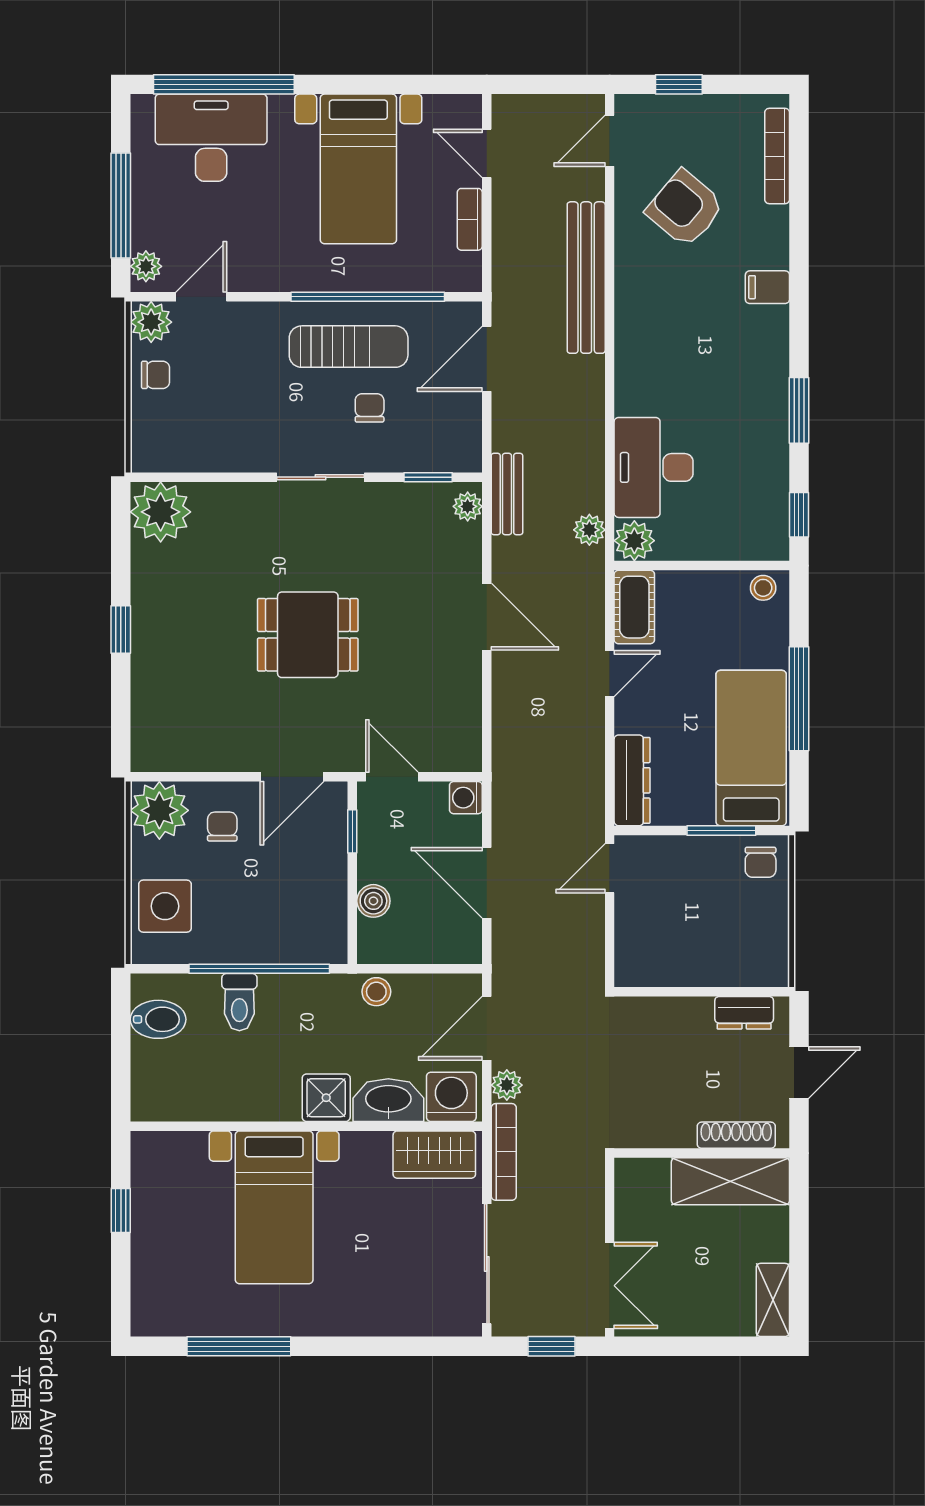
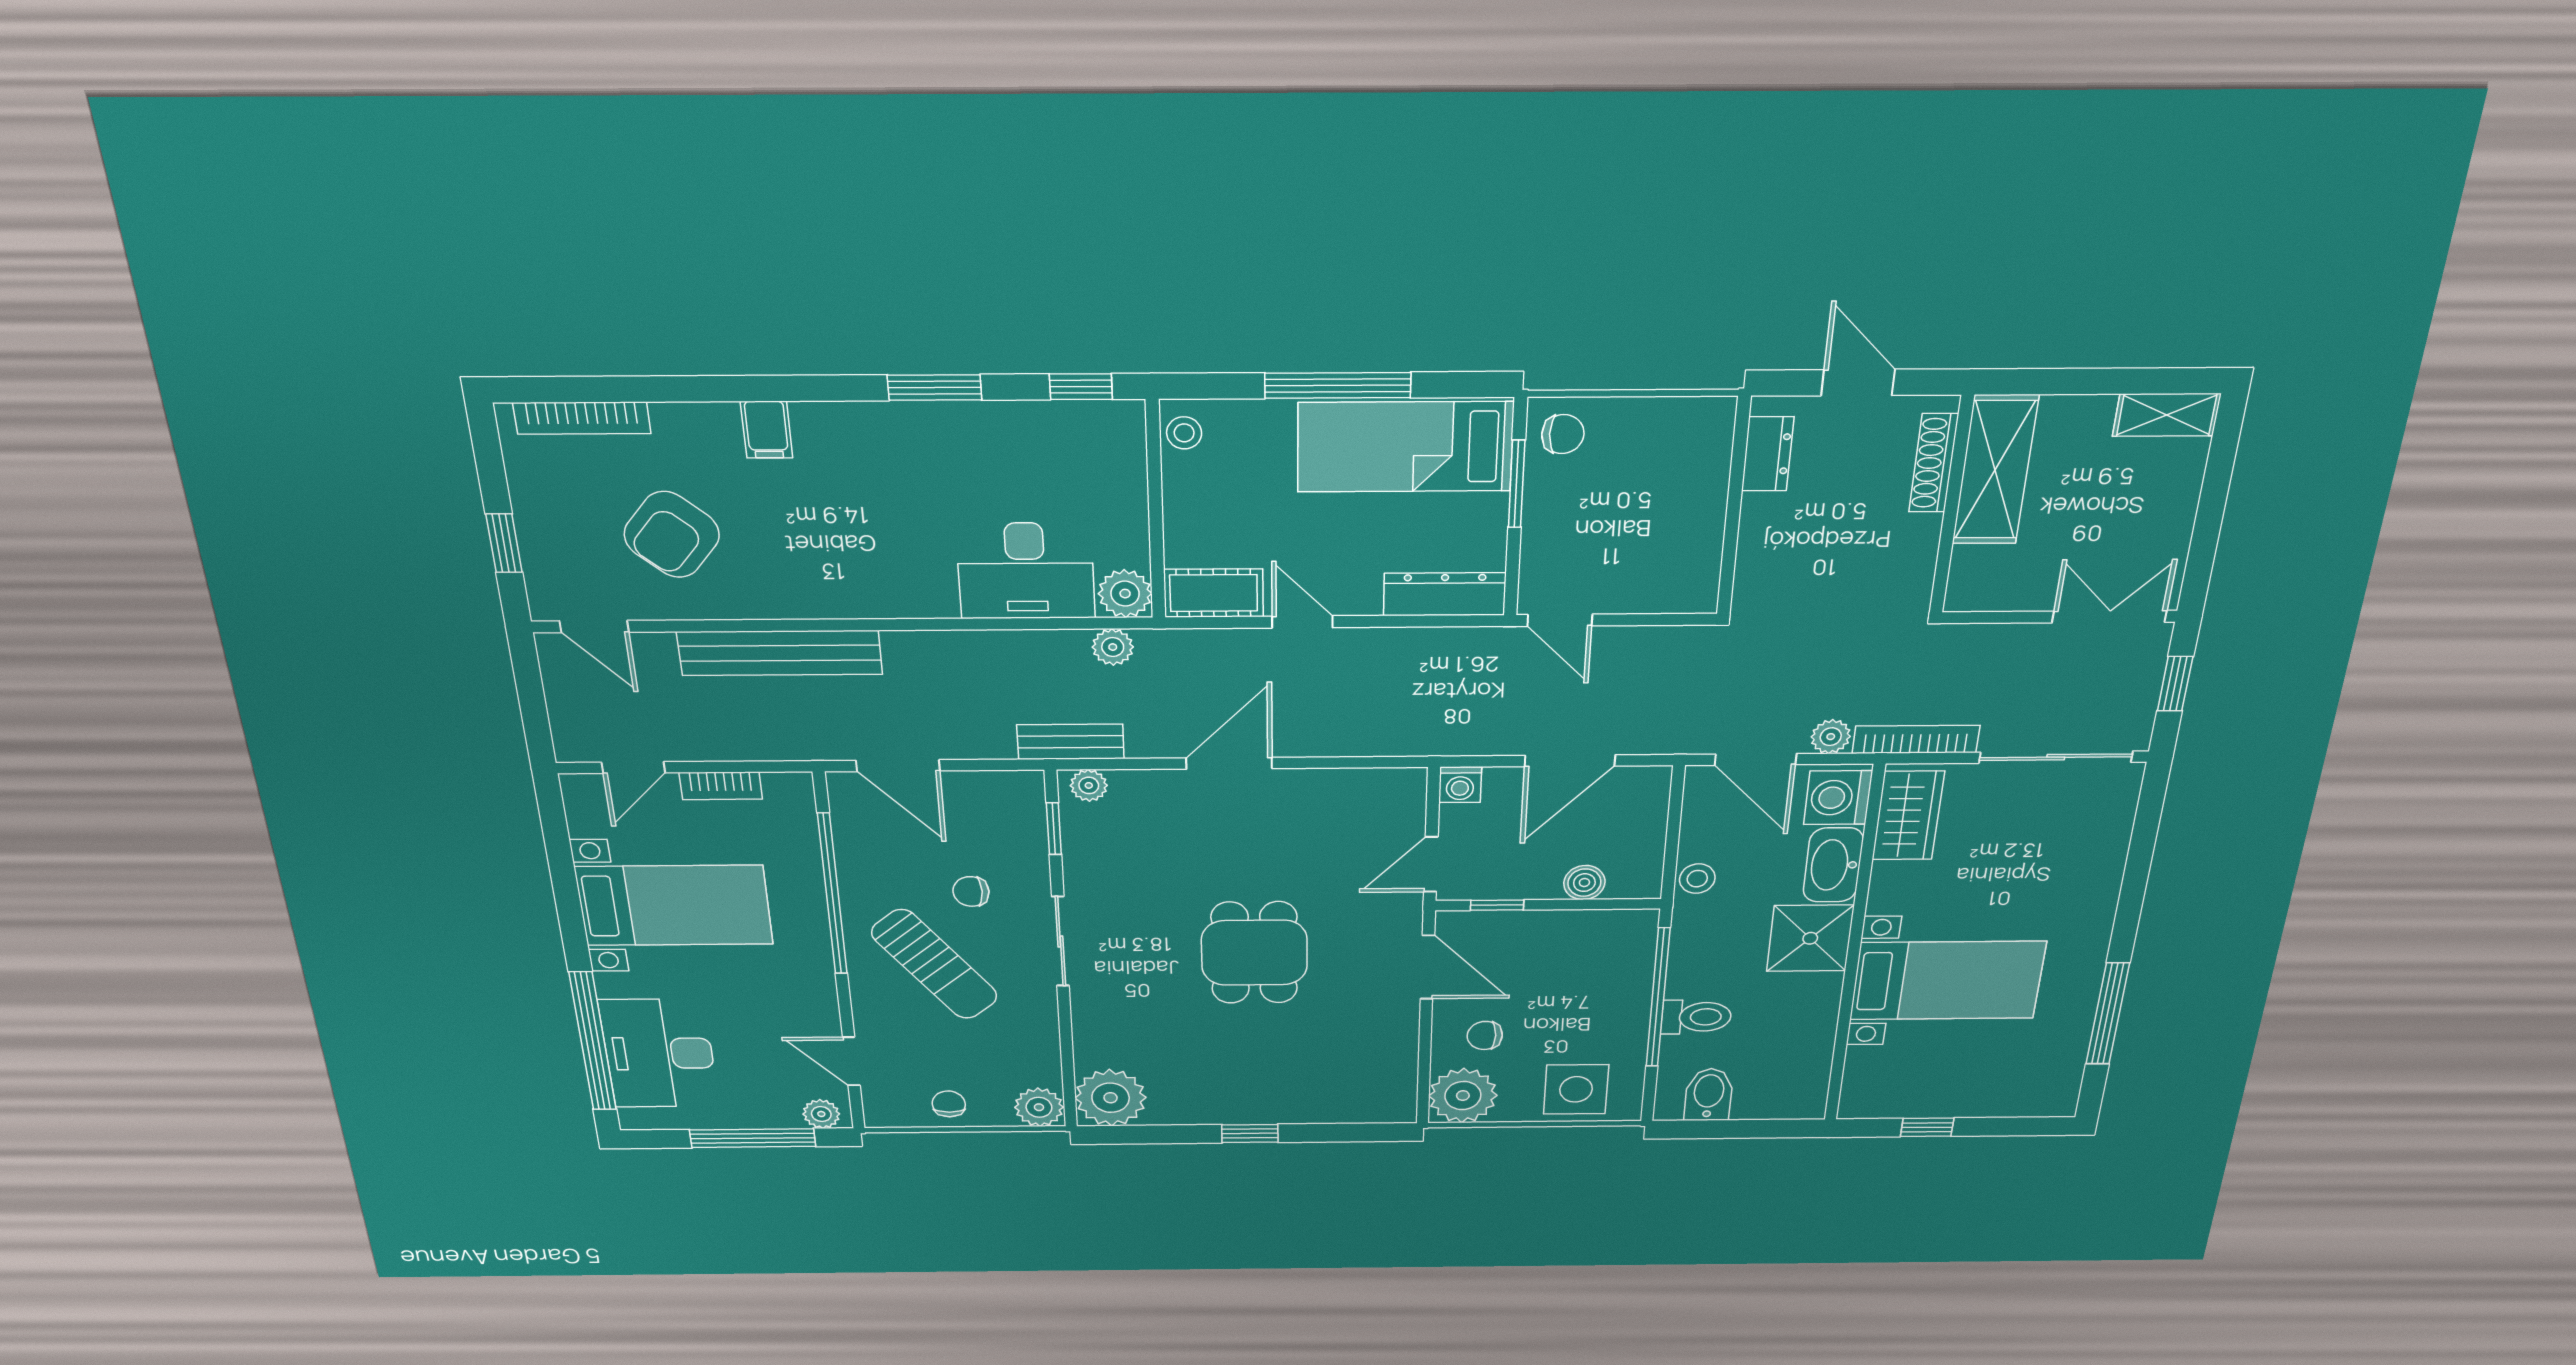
plant: (151, 322) -> (1039, 1107), moved
sun lounger: (349, 347) -> (935, 964), moved, turned 141
shower: (326, 1098) -> (1810, 938), width x1.36, depth x1.36

